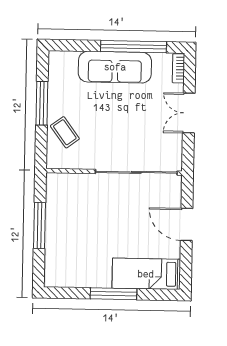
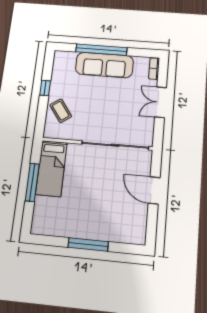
window: (133, 47) -> (101, 50), moved
window: (42, 103) -> (45, 88), width x0.46
bed: (146, 274) -> (51, 168), moved, turned -90

